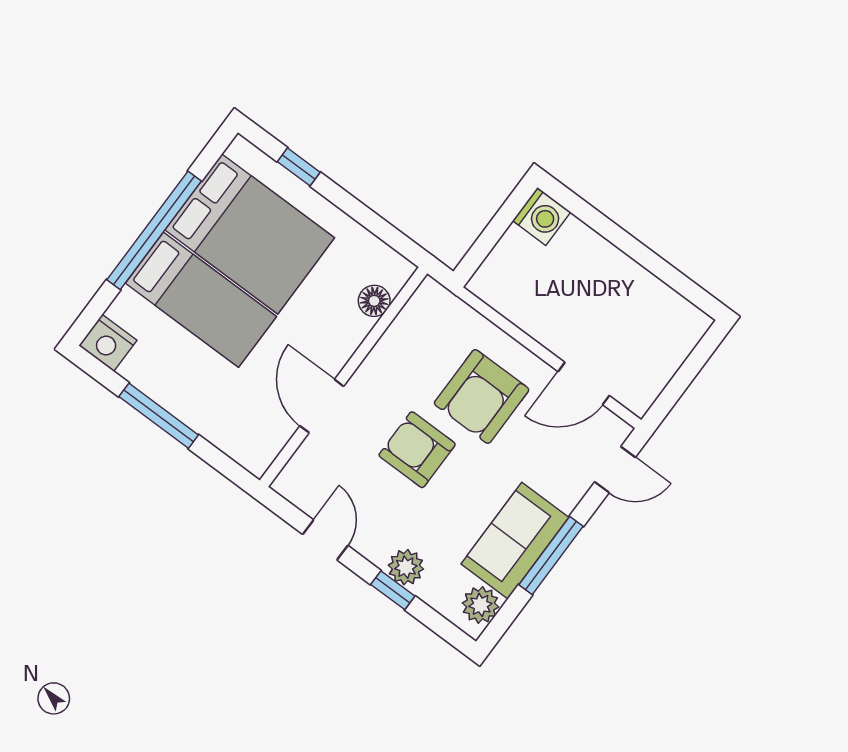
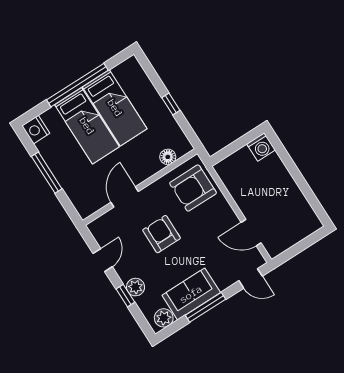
window: (299, 167) -> (171, 104), moved
bed: (250, 234) -> (115, 108), width x0.67
armchair: (482, 396) -> (193, 188), moved

